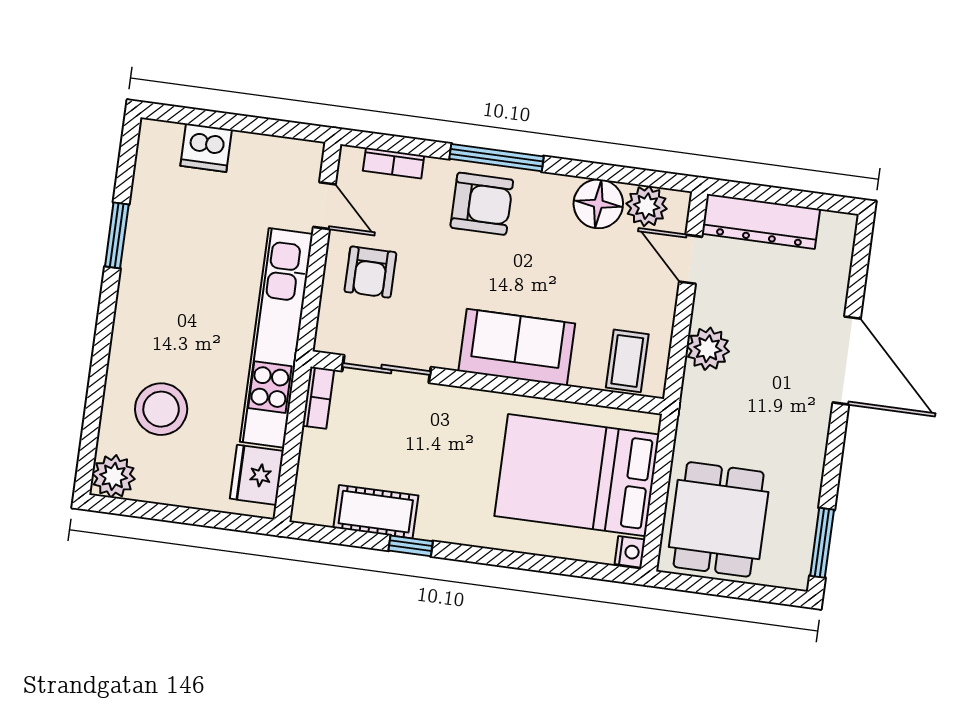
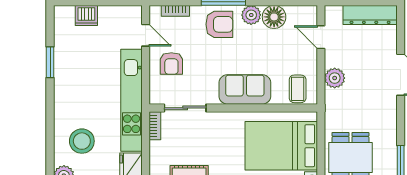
plant: (647, 206) -> (251, 15), moved
dresser: (761, 221) -> (370, 15), moved

